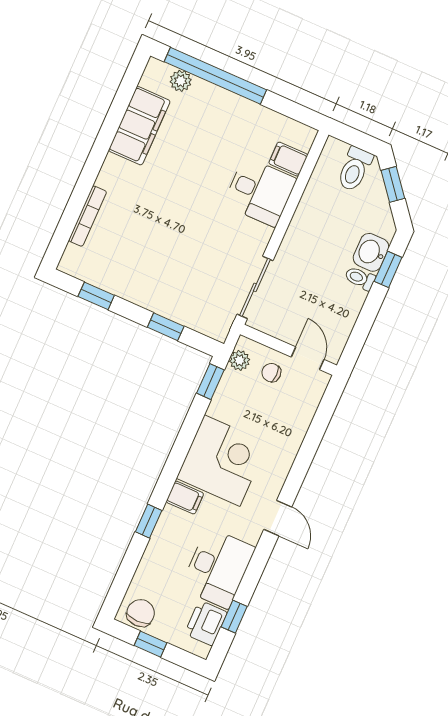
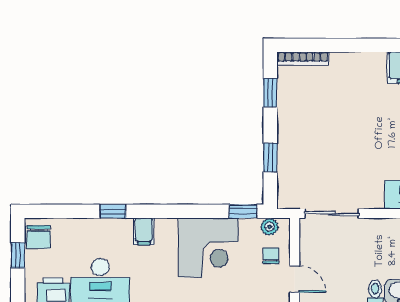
bookcase: (88, 216) -> (303, 58), moved
door: (308, 358) -> (295, 279), hinge flipped
corner desk: (222, 461) -> (208, 248), moved
chair: (141, 613) -> (38, 237), turned 90

